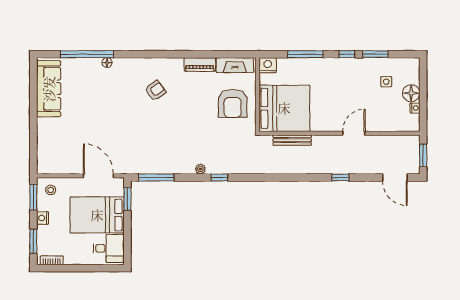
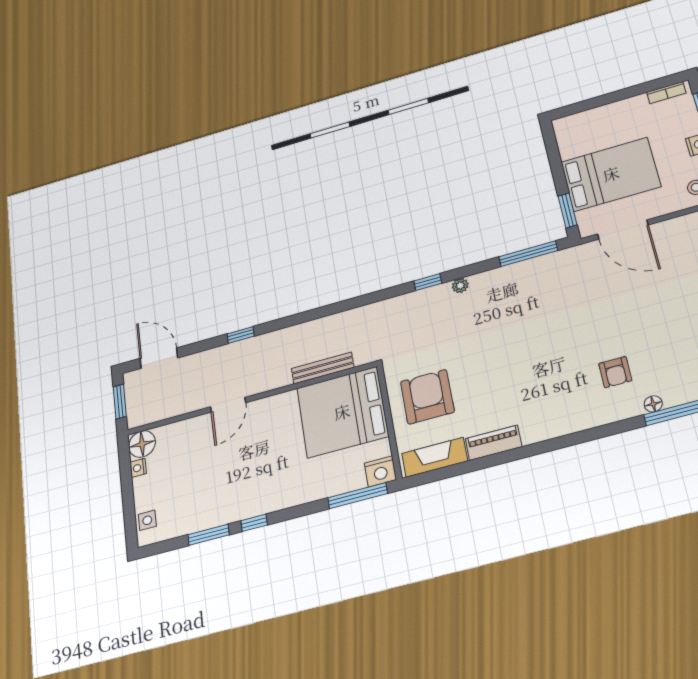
window: (305, 54) -> (358, 496), moved
side table: (386, 82) -> (147, 520), moved
armchair: (155, 91) -> (615, 372), moved, turned -54
floor lamp: (411, 93) -> (142, 444), moved
desk: (109, 248) -> (580, 135), removed

